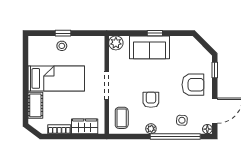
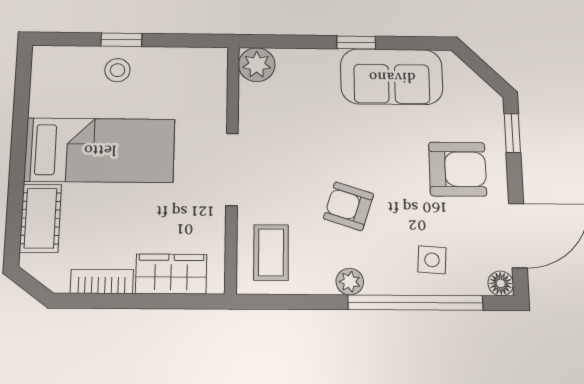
sofa: (149, 47) -> (392, 77), moved
armchair: (151, 100) -> (349, 206), turned -72

